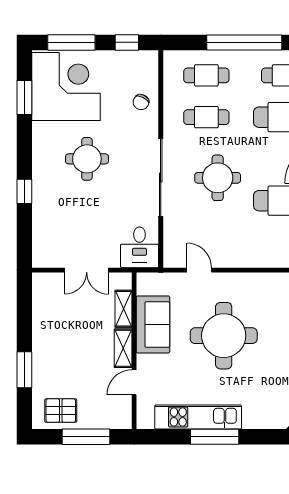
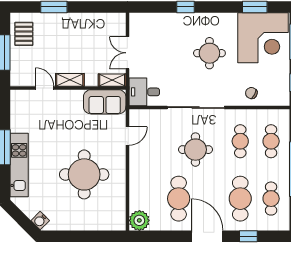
shelving: (124, 309) -> (112, 80), moved
sofa: (153, 325) -> (105, 102), moved
round table: (224, 336) -> (84, 174), moved
kitchen unit: (198, 417) -> (19, 165), moved

